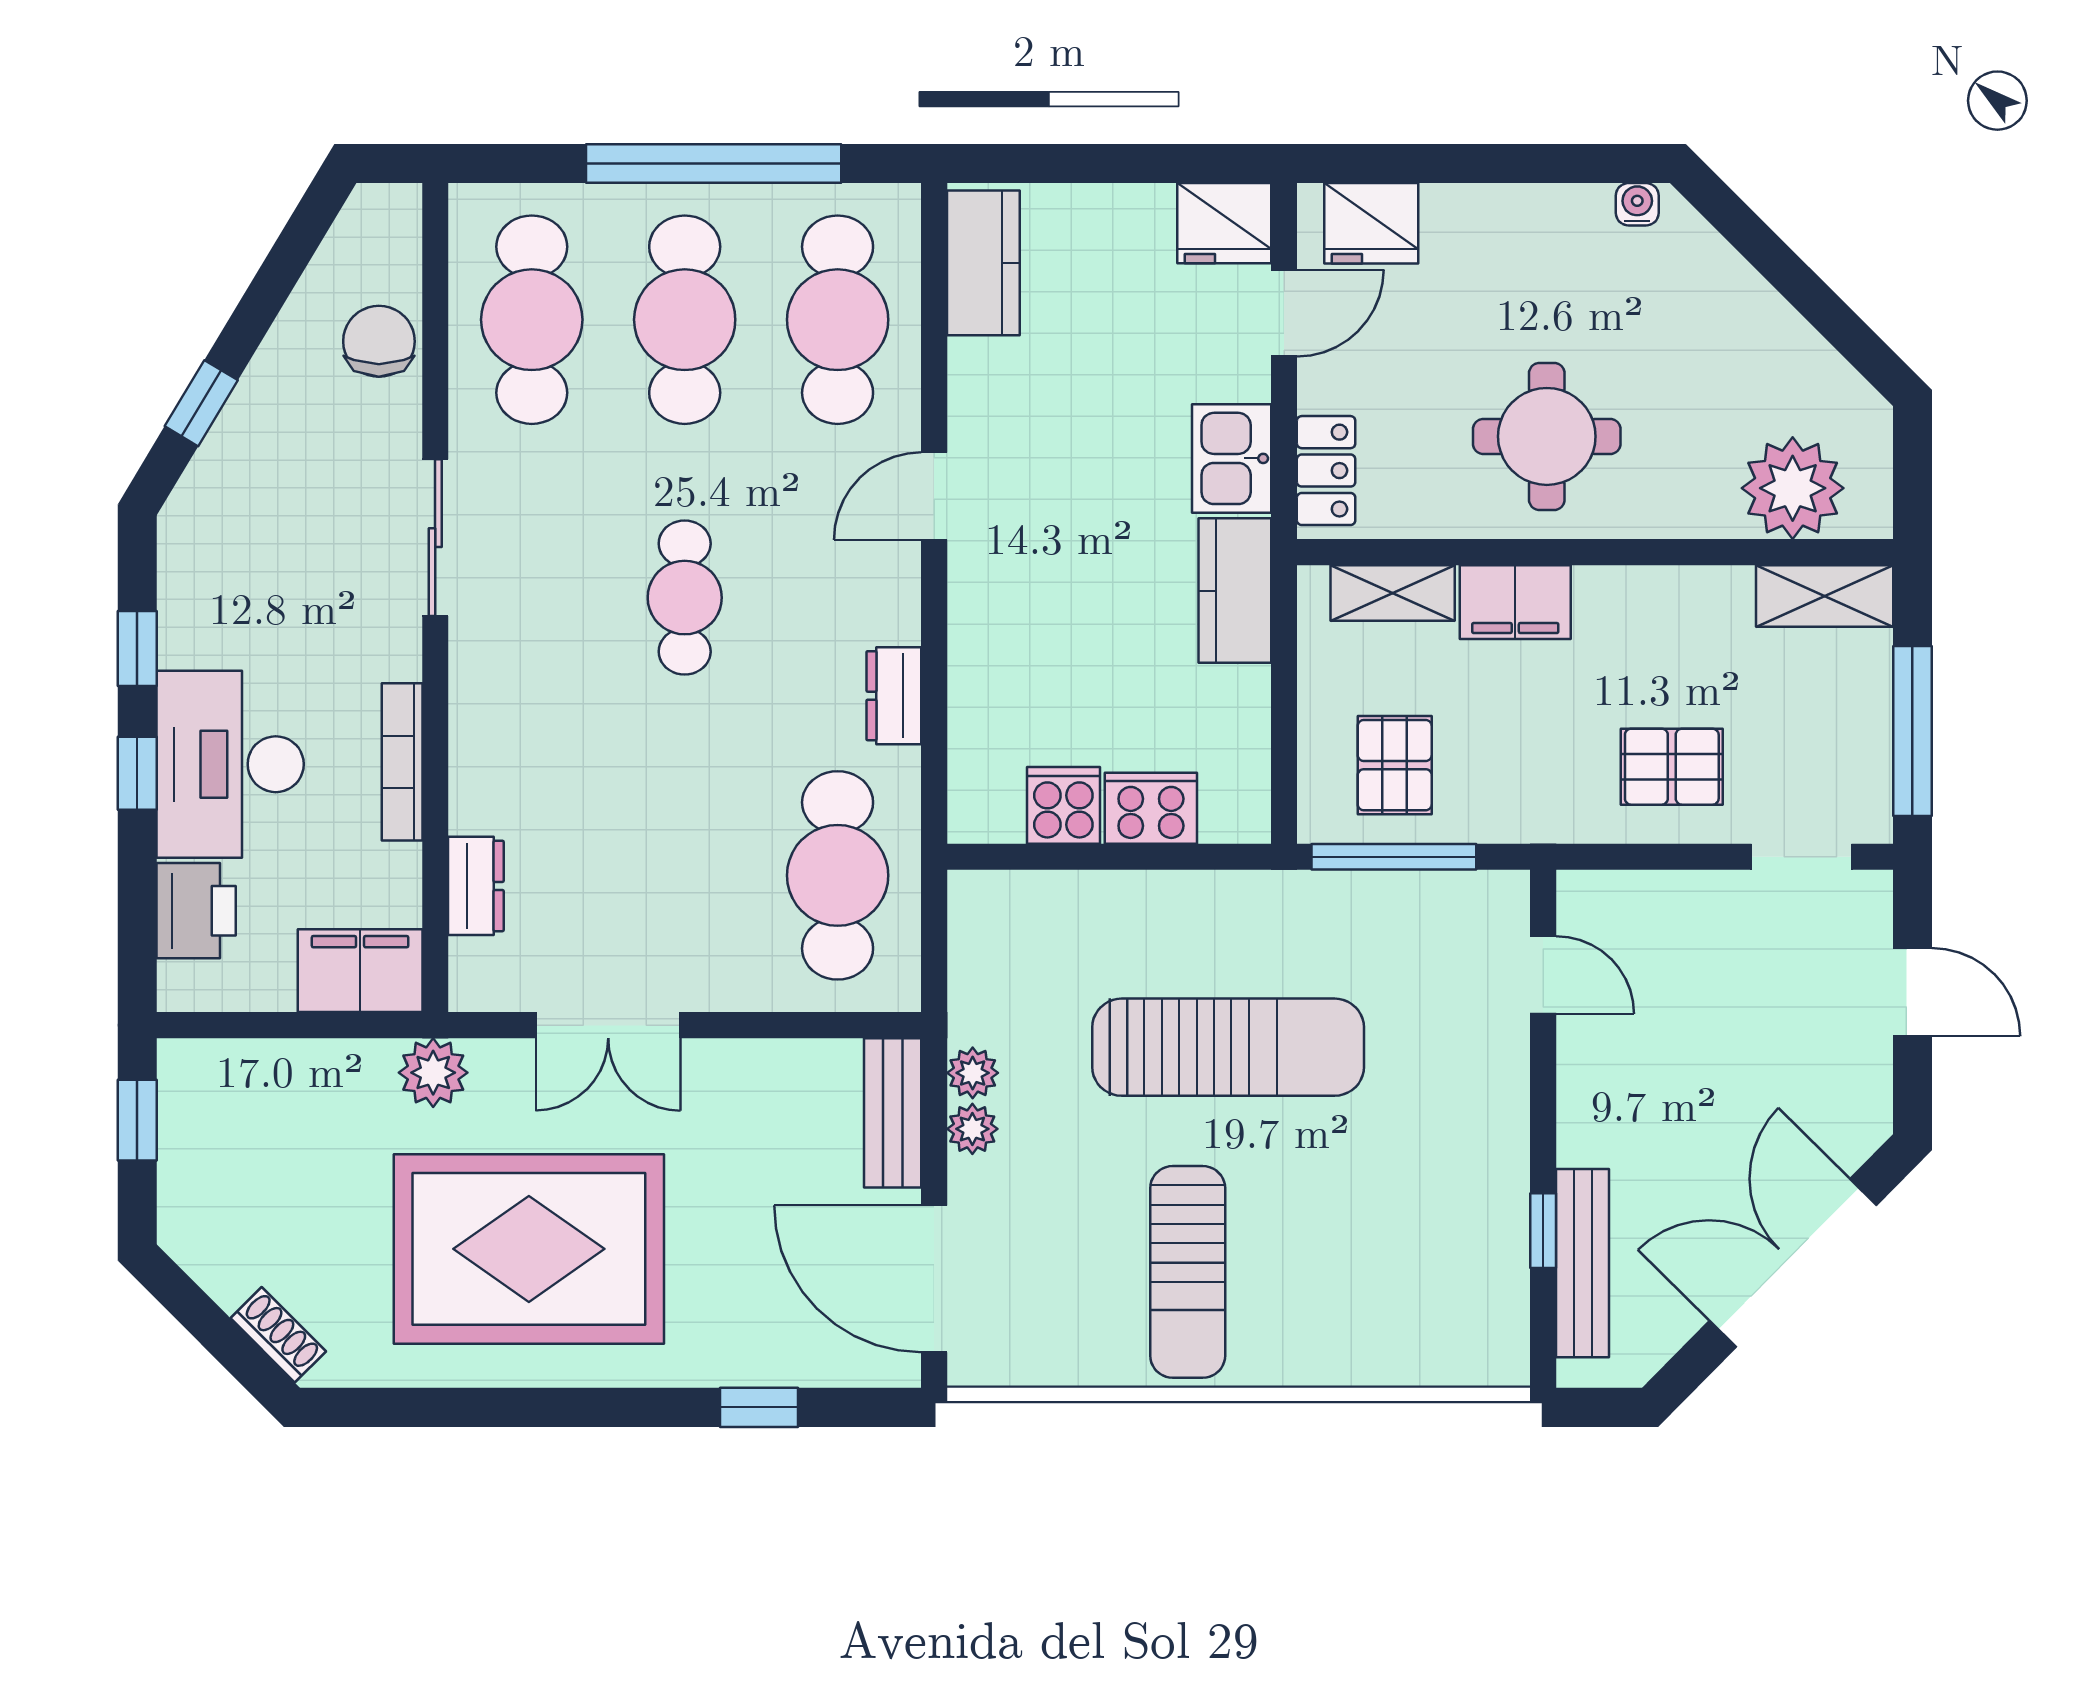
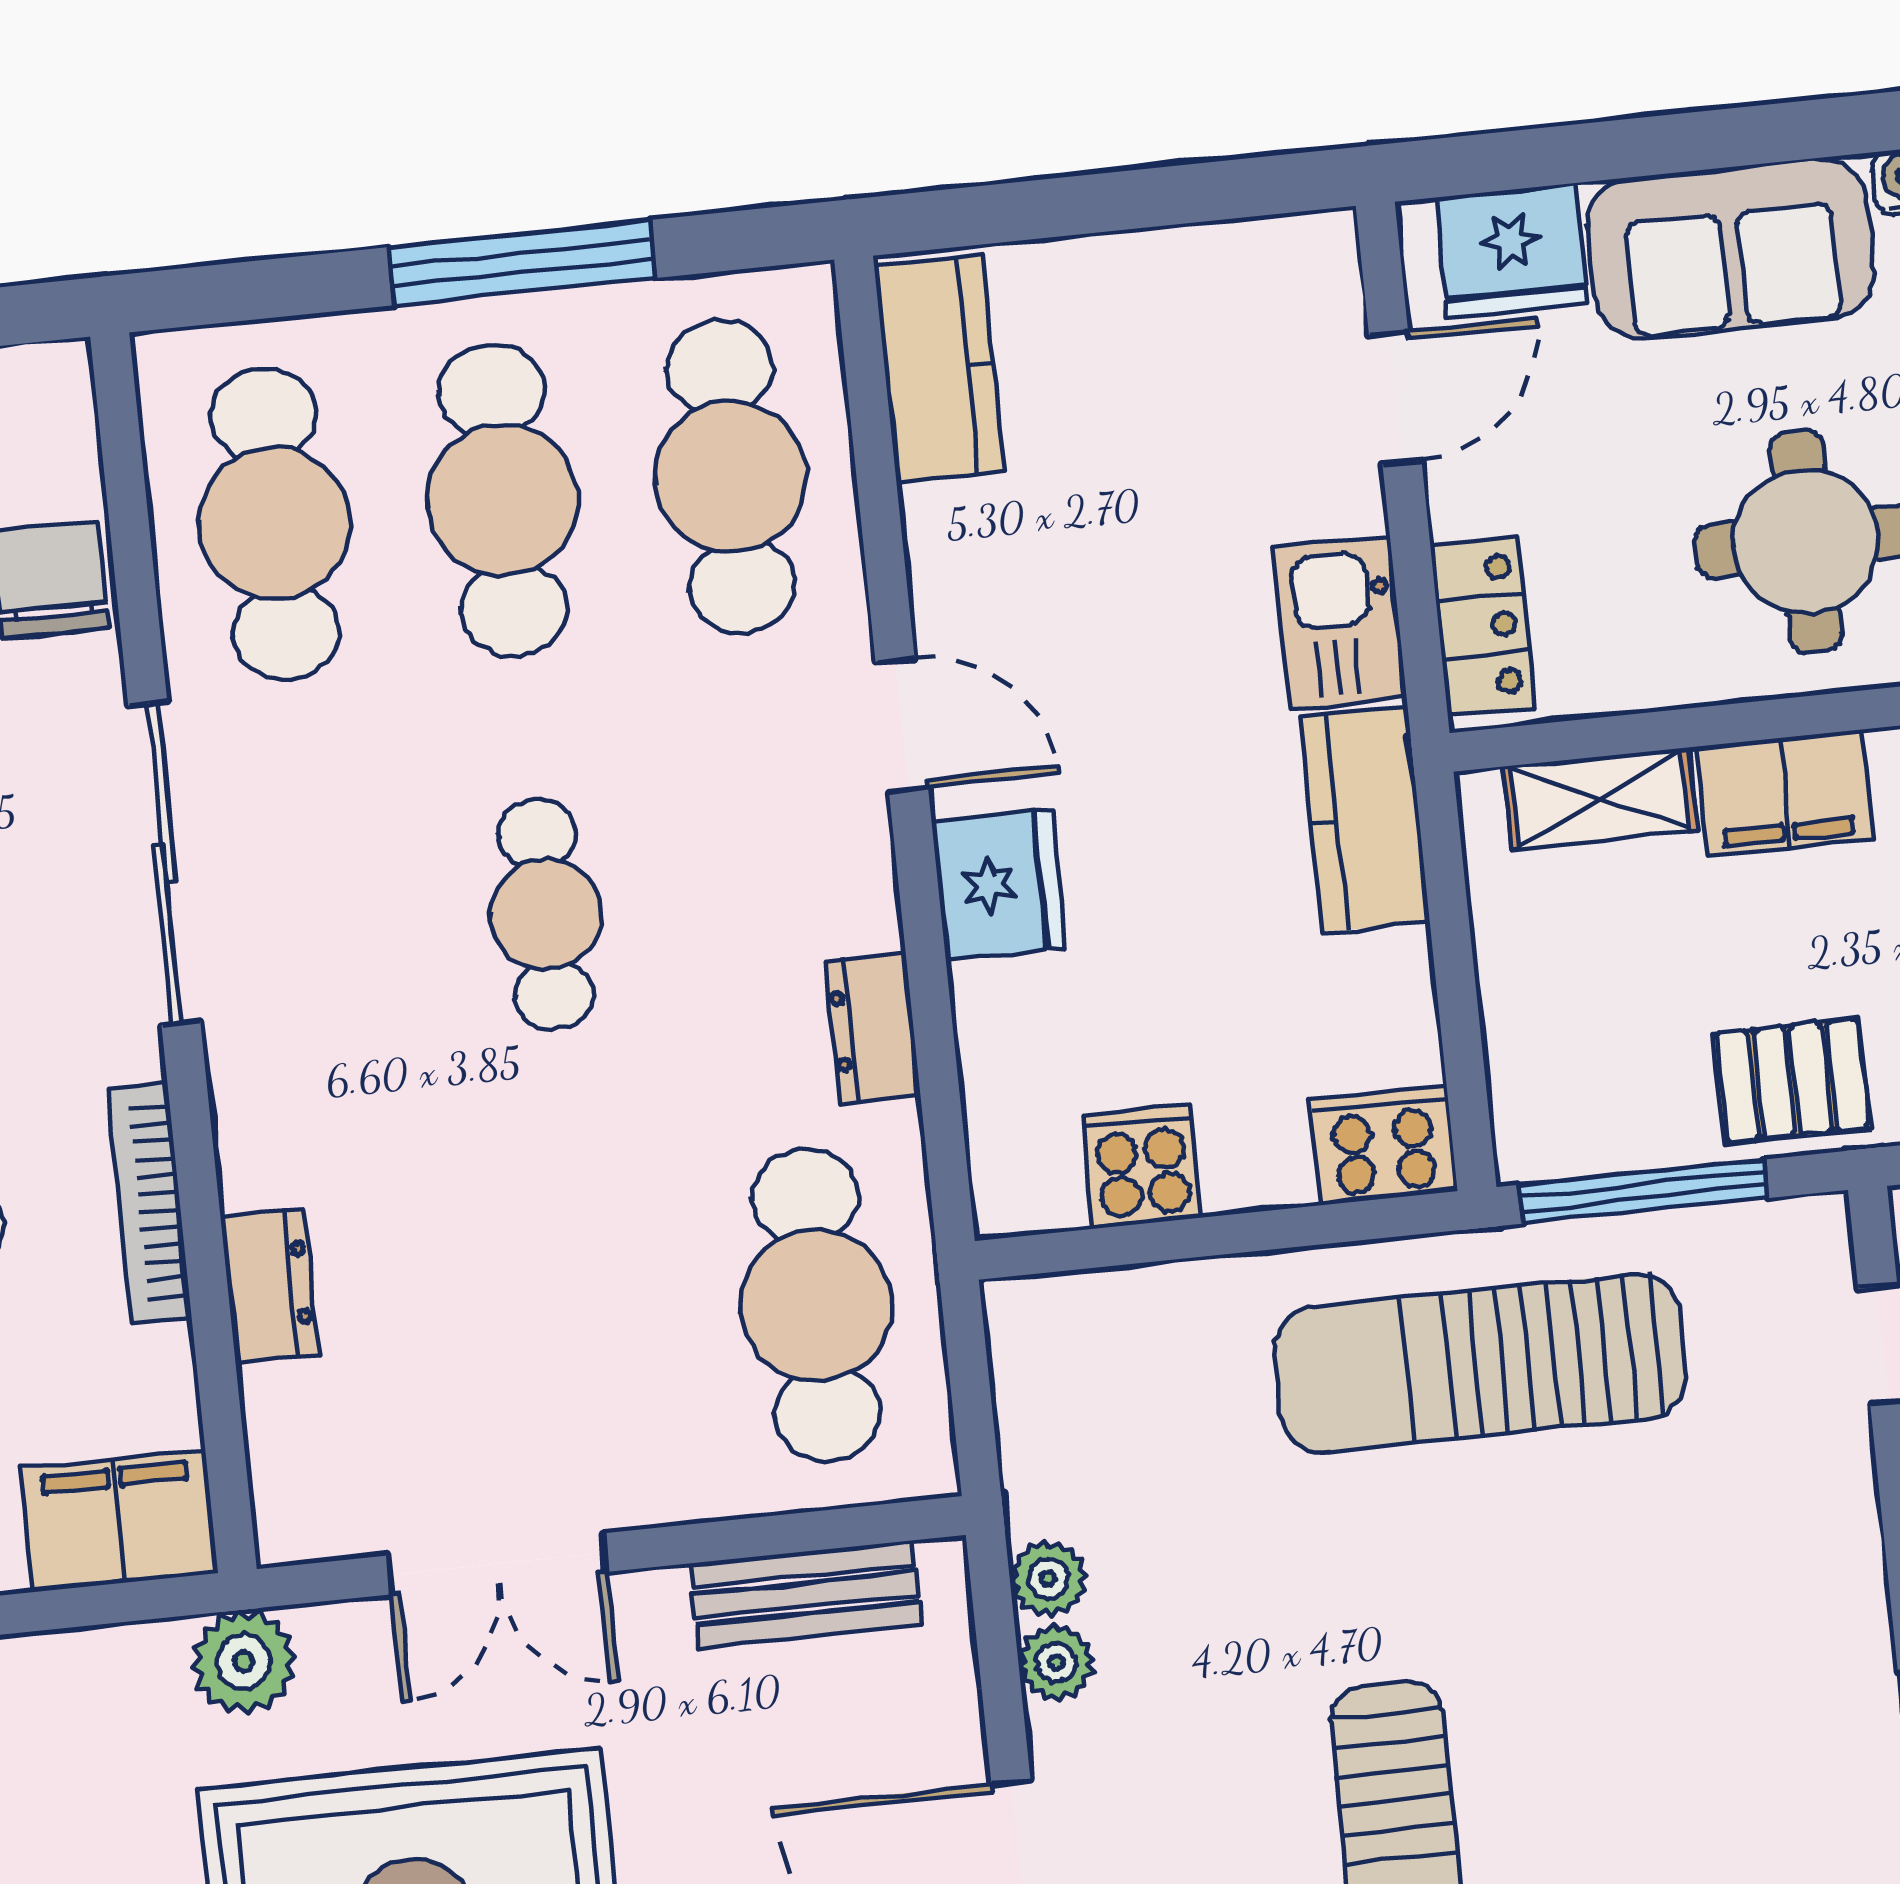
window: (714, 163) -> (522, 263), width x0.68
fridge: (1224, 223) -> (999, 885), moved, turned -90
sofa: (1517, 237) -> (1731, 249), added
door: (934, 496) -> (902, 725), swing flipped
sliding door: (435, 538) -> (164, 863), width x1.37
pallet: (1395, 765) -> (1792, 1081), moved, turned 90
cooker: (1151, 808) -> (1384, 1145), moved
dresser: (476, 886) -> (269, 1286), moved
sun lounger: (1228, 1047) -> (1480, 1363), moved, turned 180
bench: (893, 1113) -> (805, 1595), moved, turned 90

